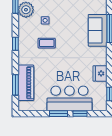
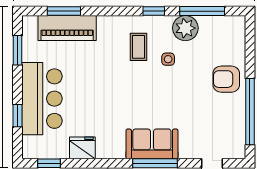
coffee table: (47, 43) -> (139, 47), moved
window: (15, 44) -> (154, 11), moved
window: (58, 114) -> (17, 50), moved

